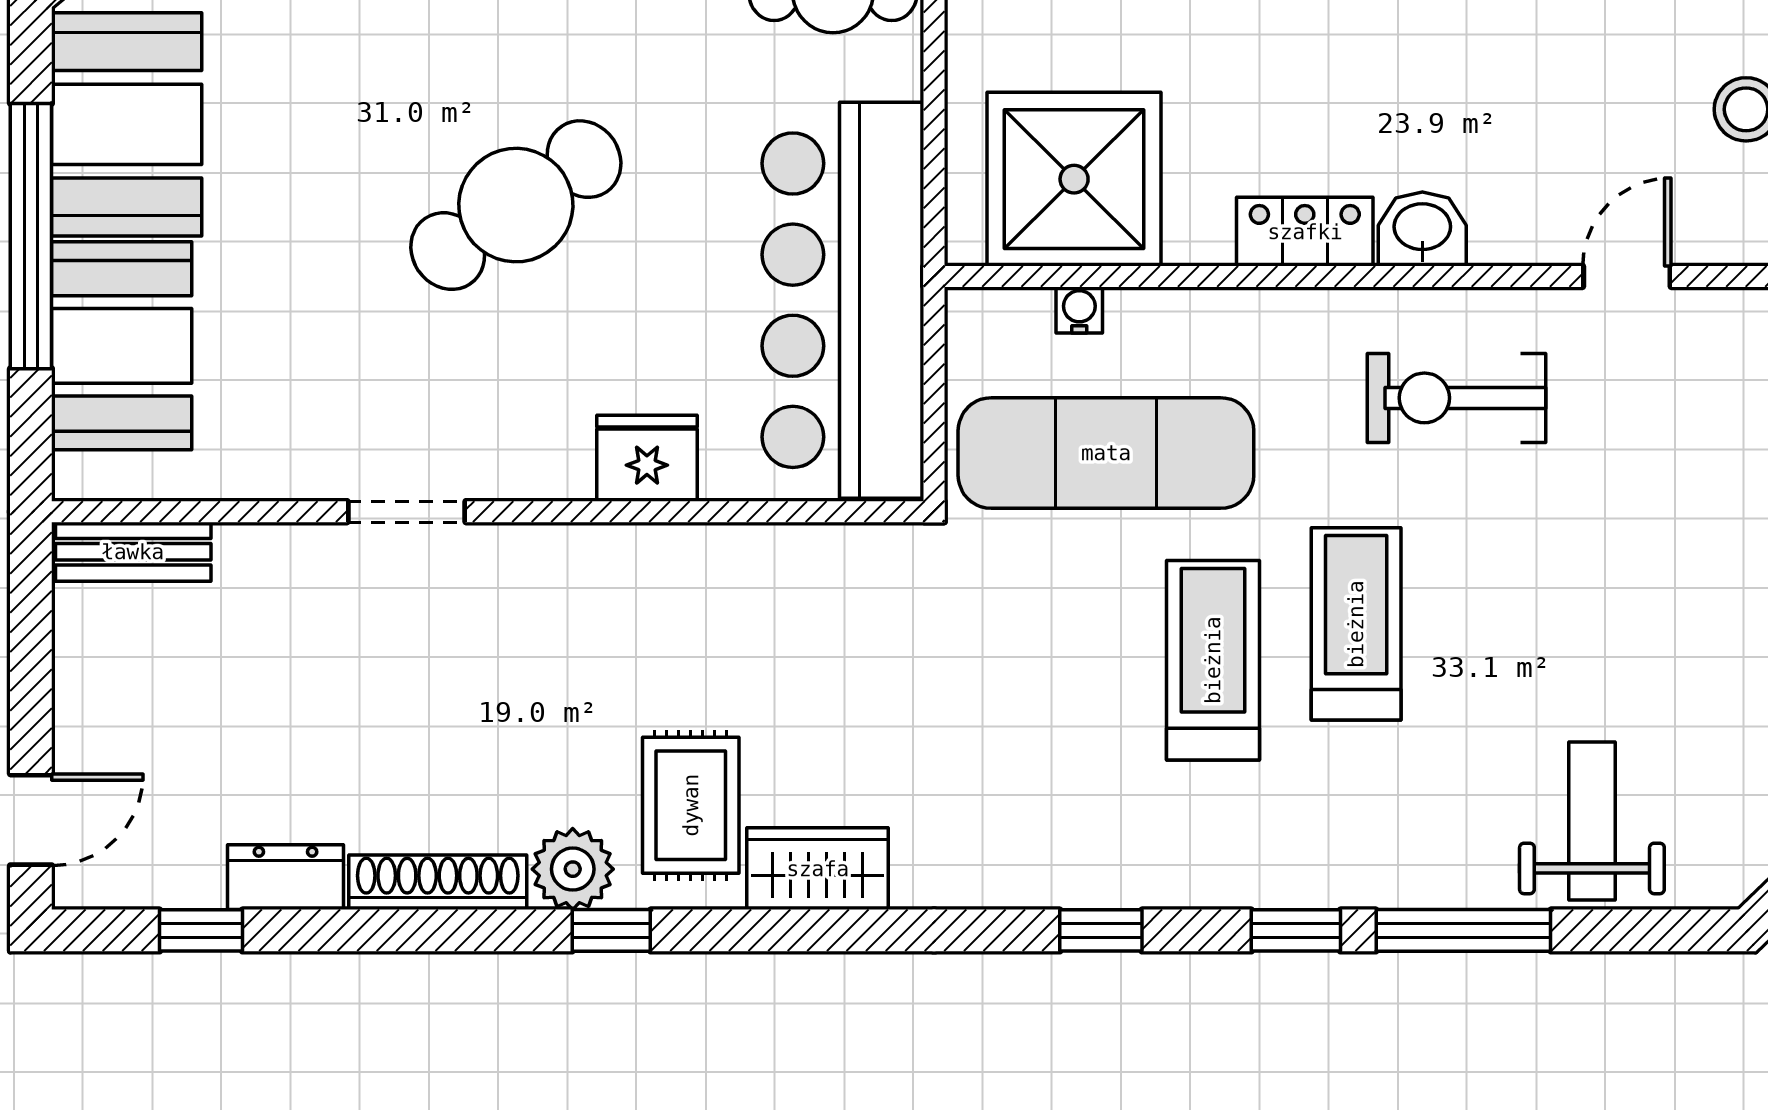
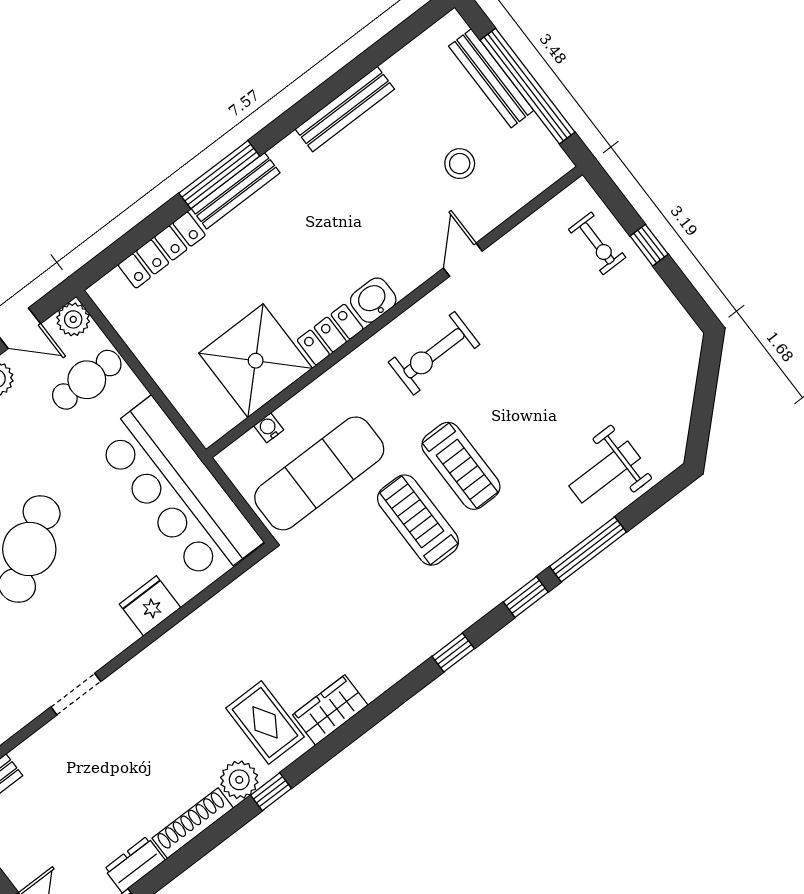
shower: (1074, 179) -> (256, 361), moved
treadmill: (1356, 624) -> (461, 466), turned 180
weight bench: (1592, 821) -> (605, 472), turned -90

